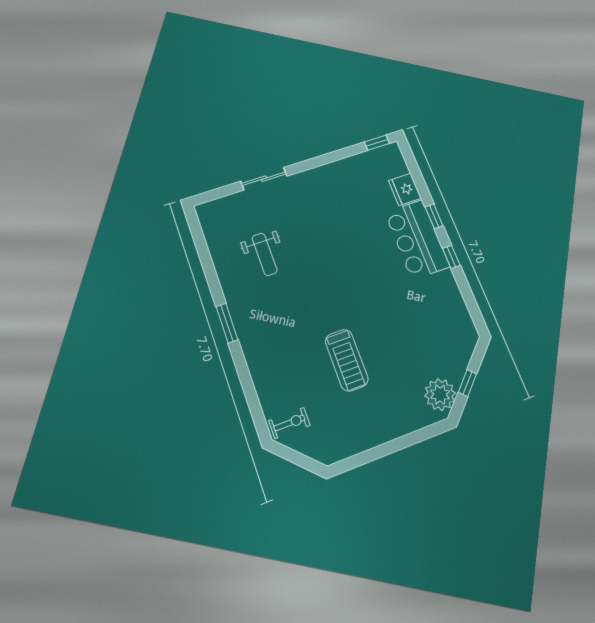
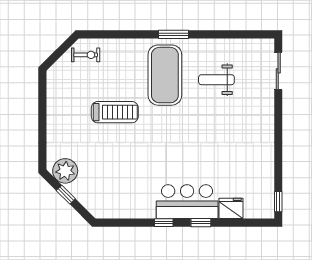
sliding door: (264, 179) -> (278, 71), moved
exercise mat: (280, 316) -> (165, 75), added
treadmill: (347, 360) -> (115, 112), turned 180
exercise bike: (289, 423) -> (86, 55), turned -90

